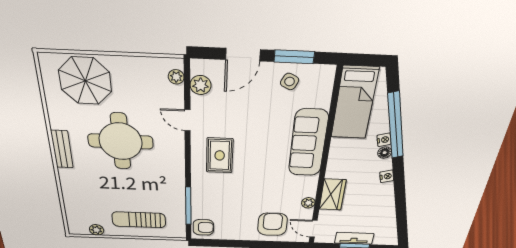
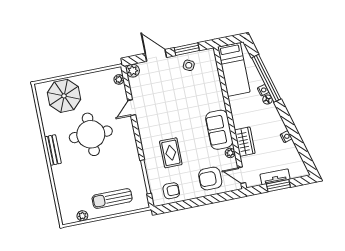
door: (243, 55) -> (156, 55), swing flipped
plant: (201, 85) -> (133, 71), moved
door: (187, 120) -> (132, 108), hinge flipped
sofa: (308, 143) -> (219, 130), moved, width x0.73
rug: (220, 155) -> (171, 153), moved
nightstand: (387, 176) -> (286, 137), moved
armchair: (272, 224) -> (210, 179), turned -90
armchair: (203, 227) -> (171, 191), moved

